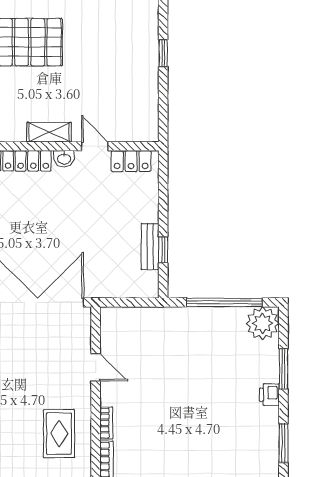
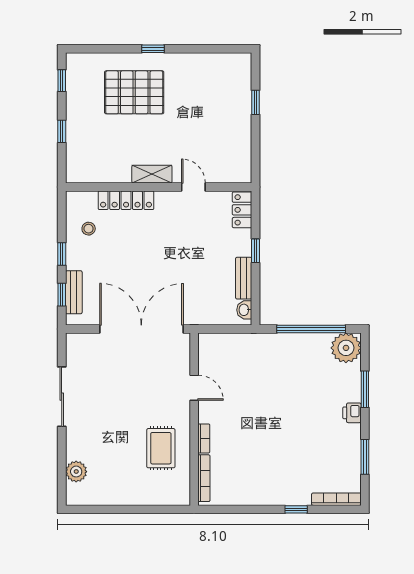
washbasin: (64, 159) -> (244, 310), moved, turned 90
locker: (131, 161) -> (242, 210), moved, turned 90
window: (163, 250) -> (256, 251), moved

